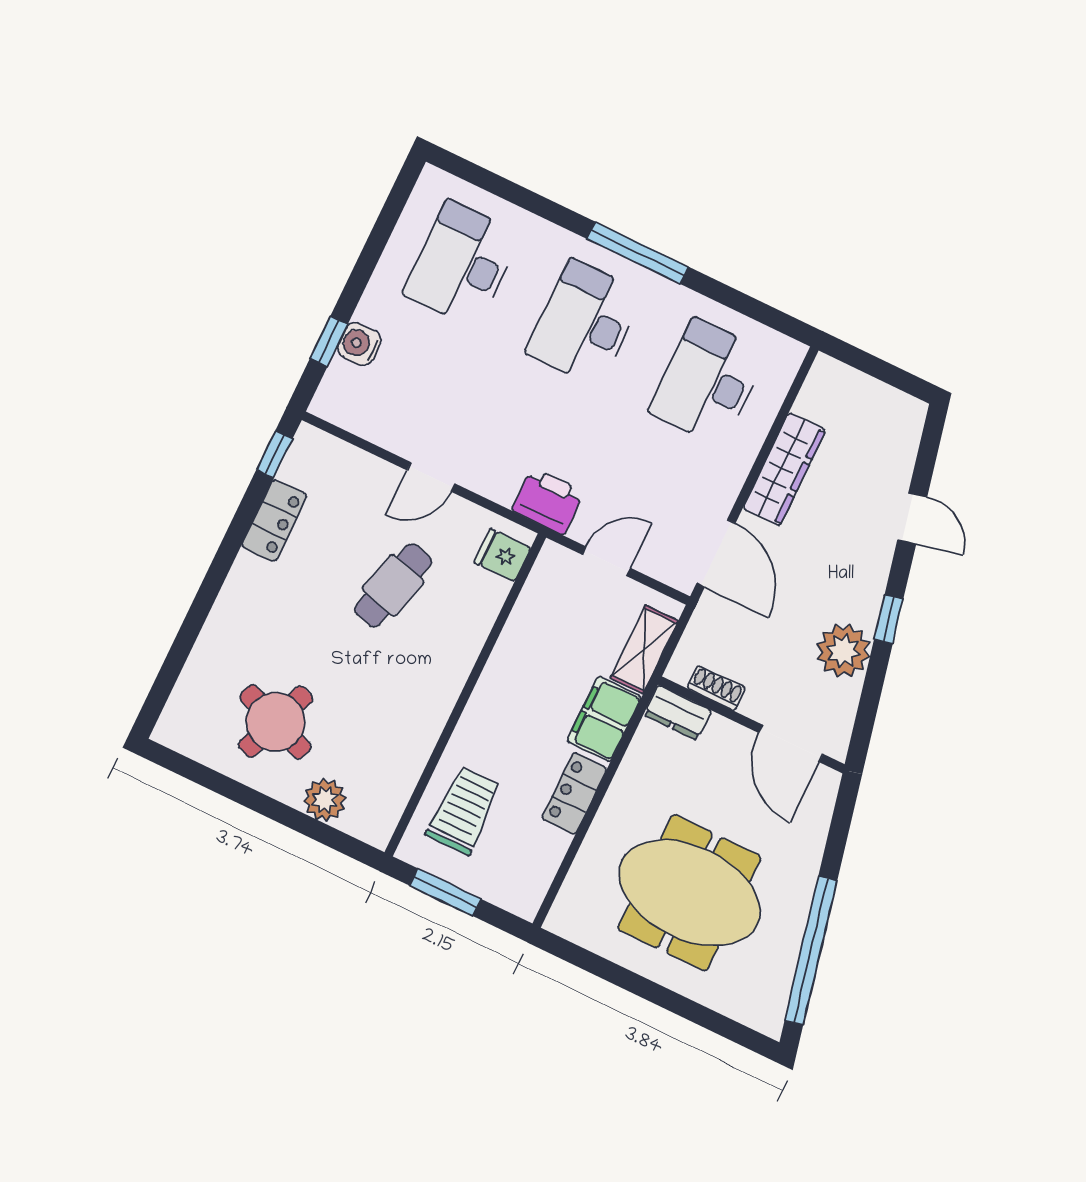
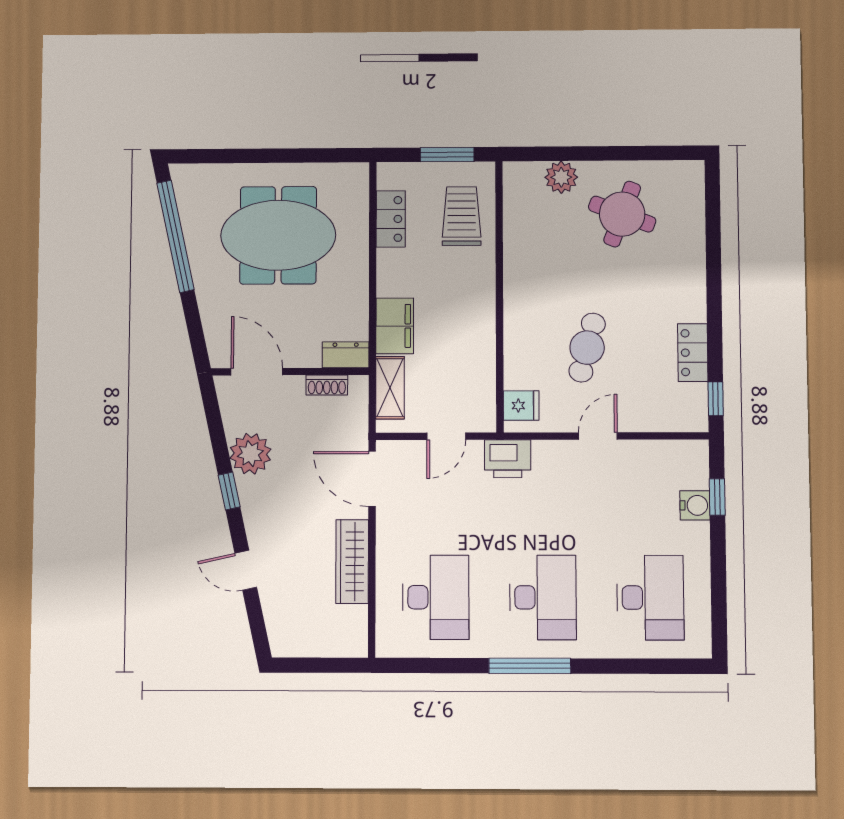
locker: (574, 793) -> (391, 219), moved
trolley: (464, 811) -> (462, 216), turned 180

